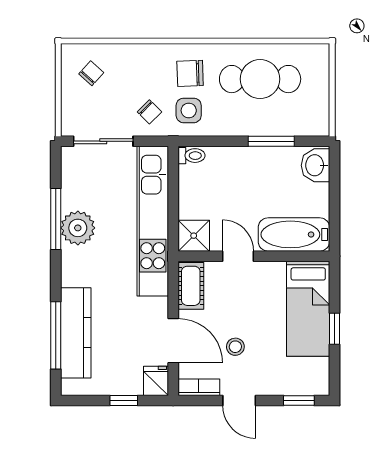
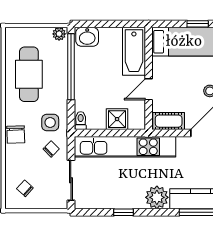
chair: (190, 73) -> (16, 134), moved
plant: (320, 124) -> (59, 34), added
window: (271, 141) -> (71, 67), width x2.11
window: (56, 219) -> (123, 212), width x0.46
plant: (78, 228) -> (157, 197), moved
shower: (194, 236) -> (117, 119), moved

